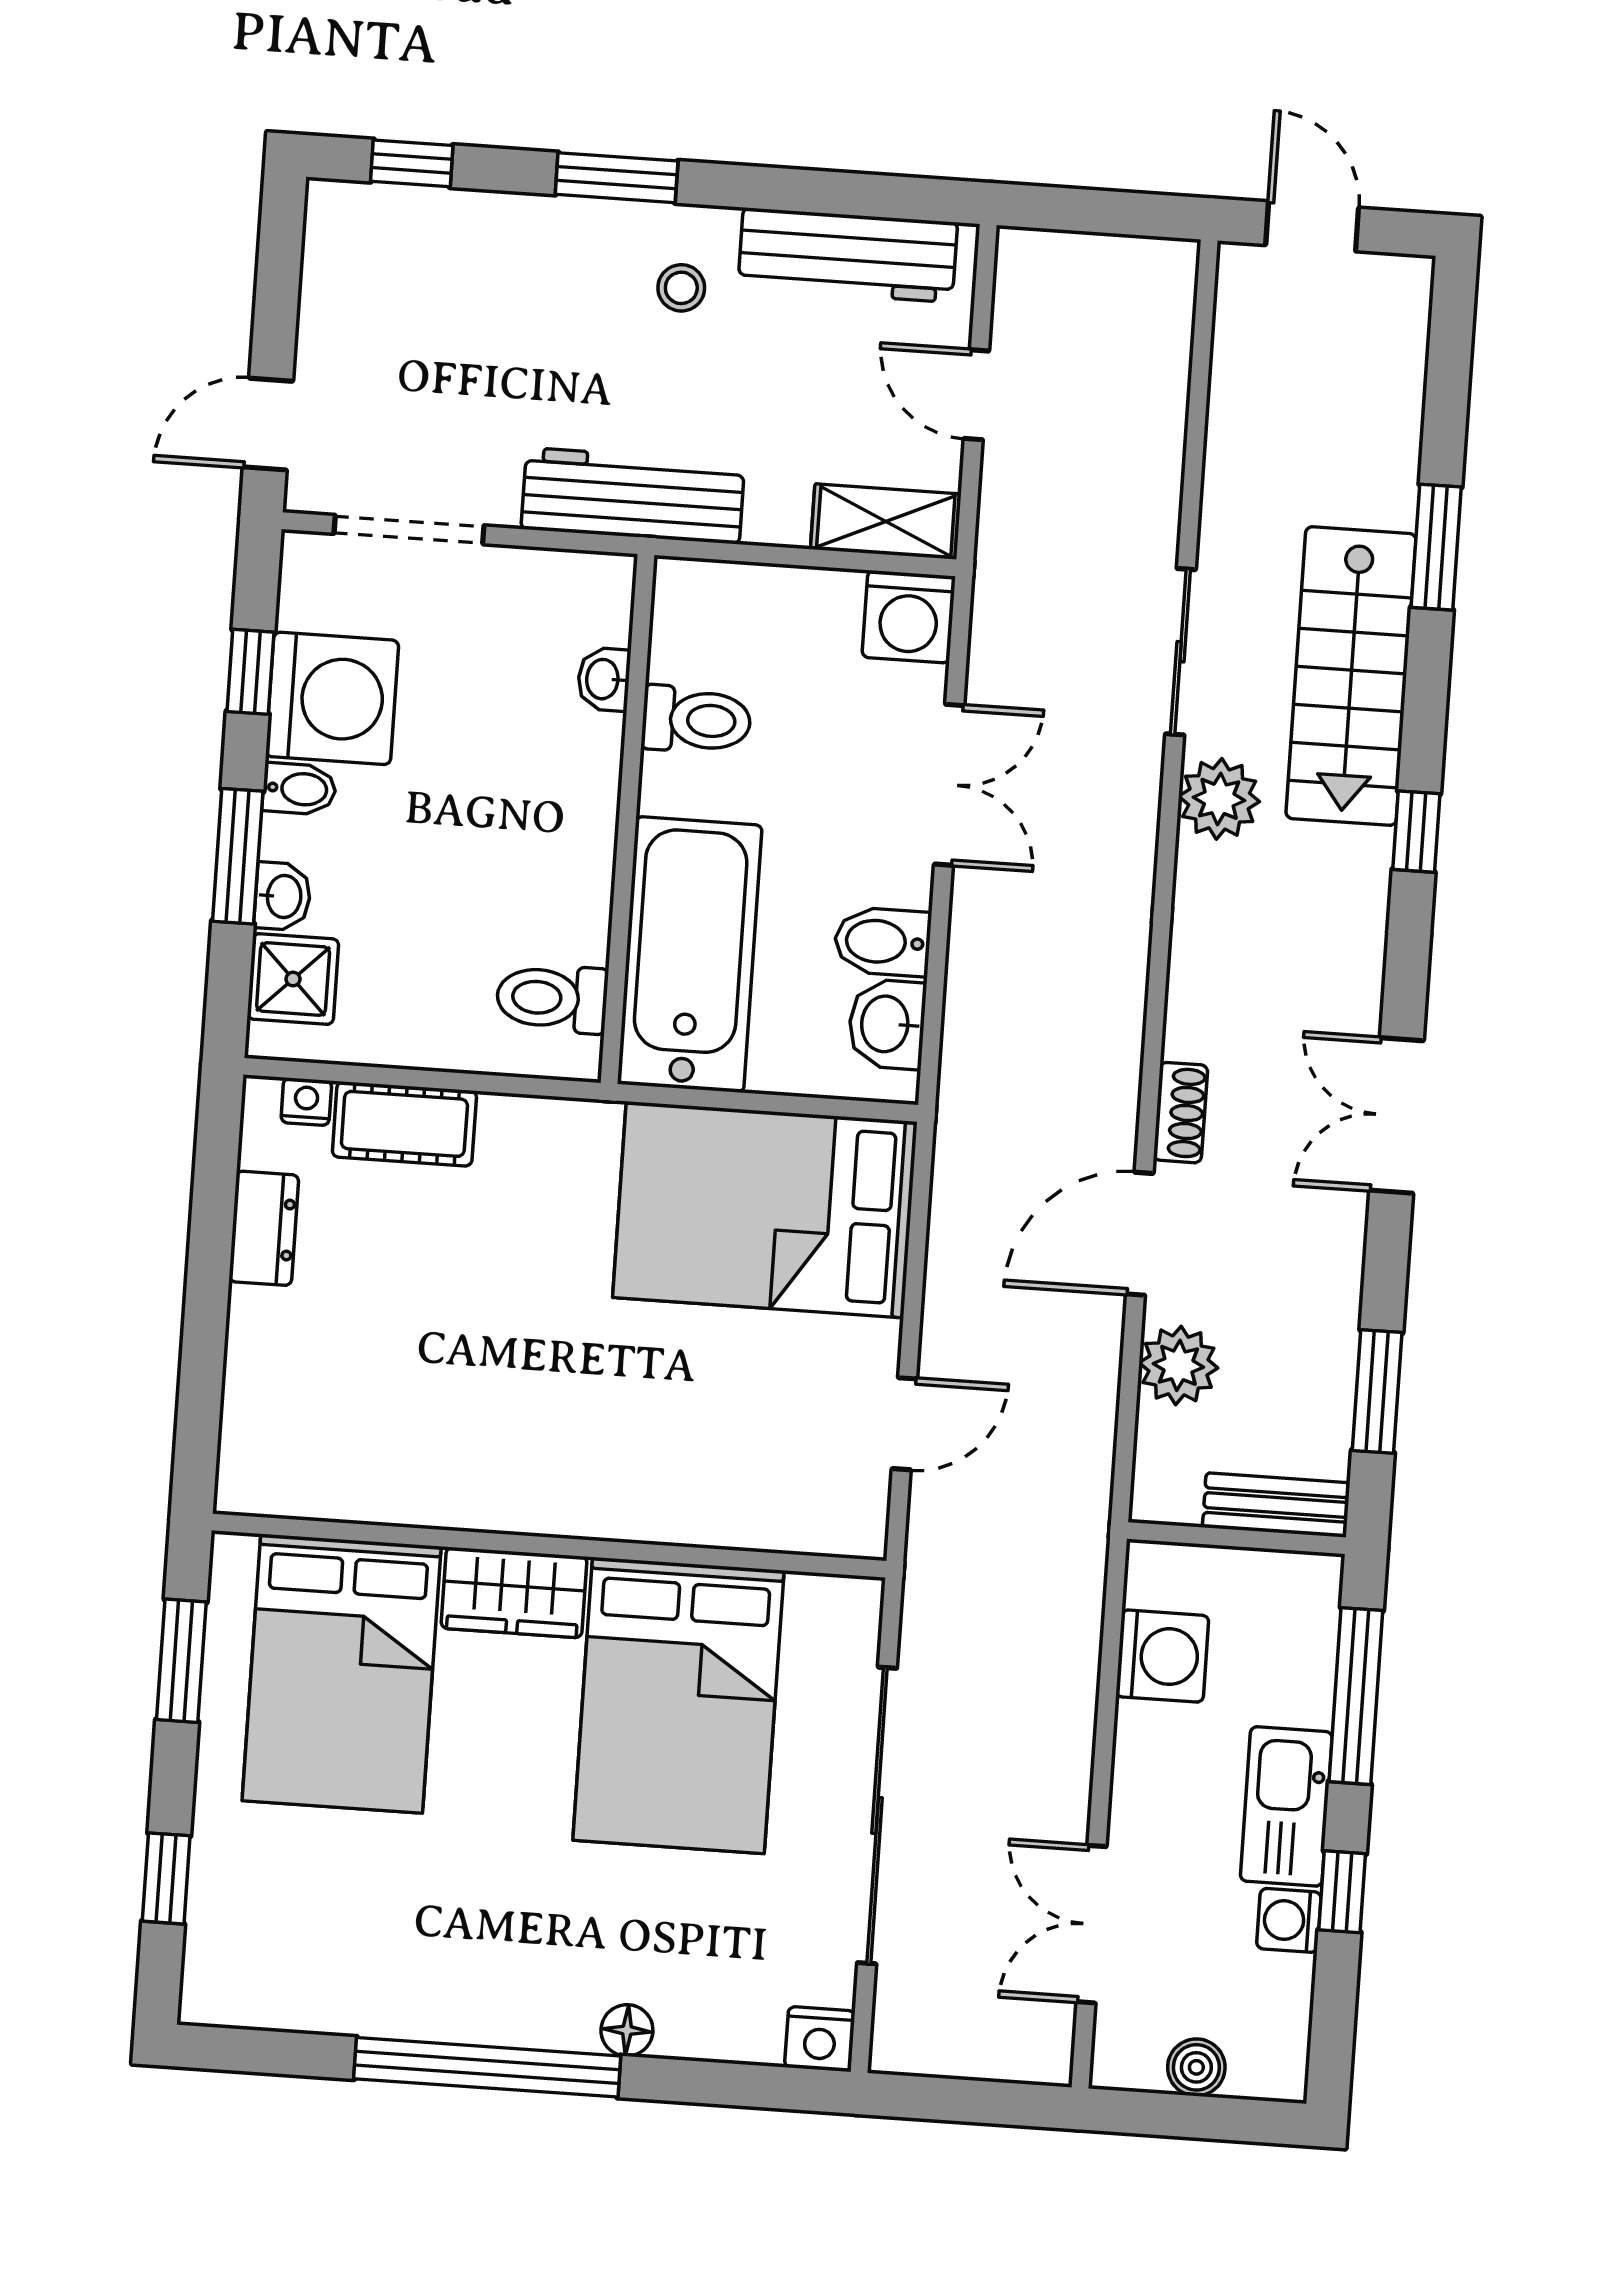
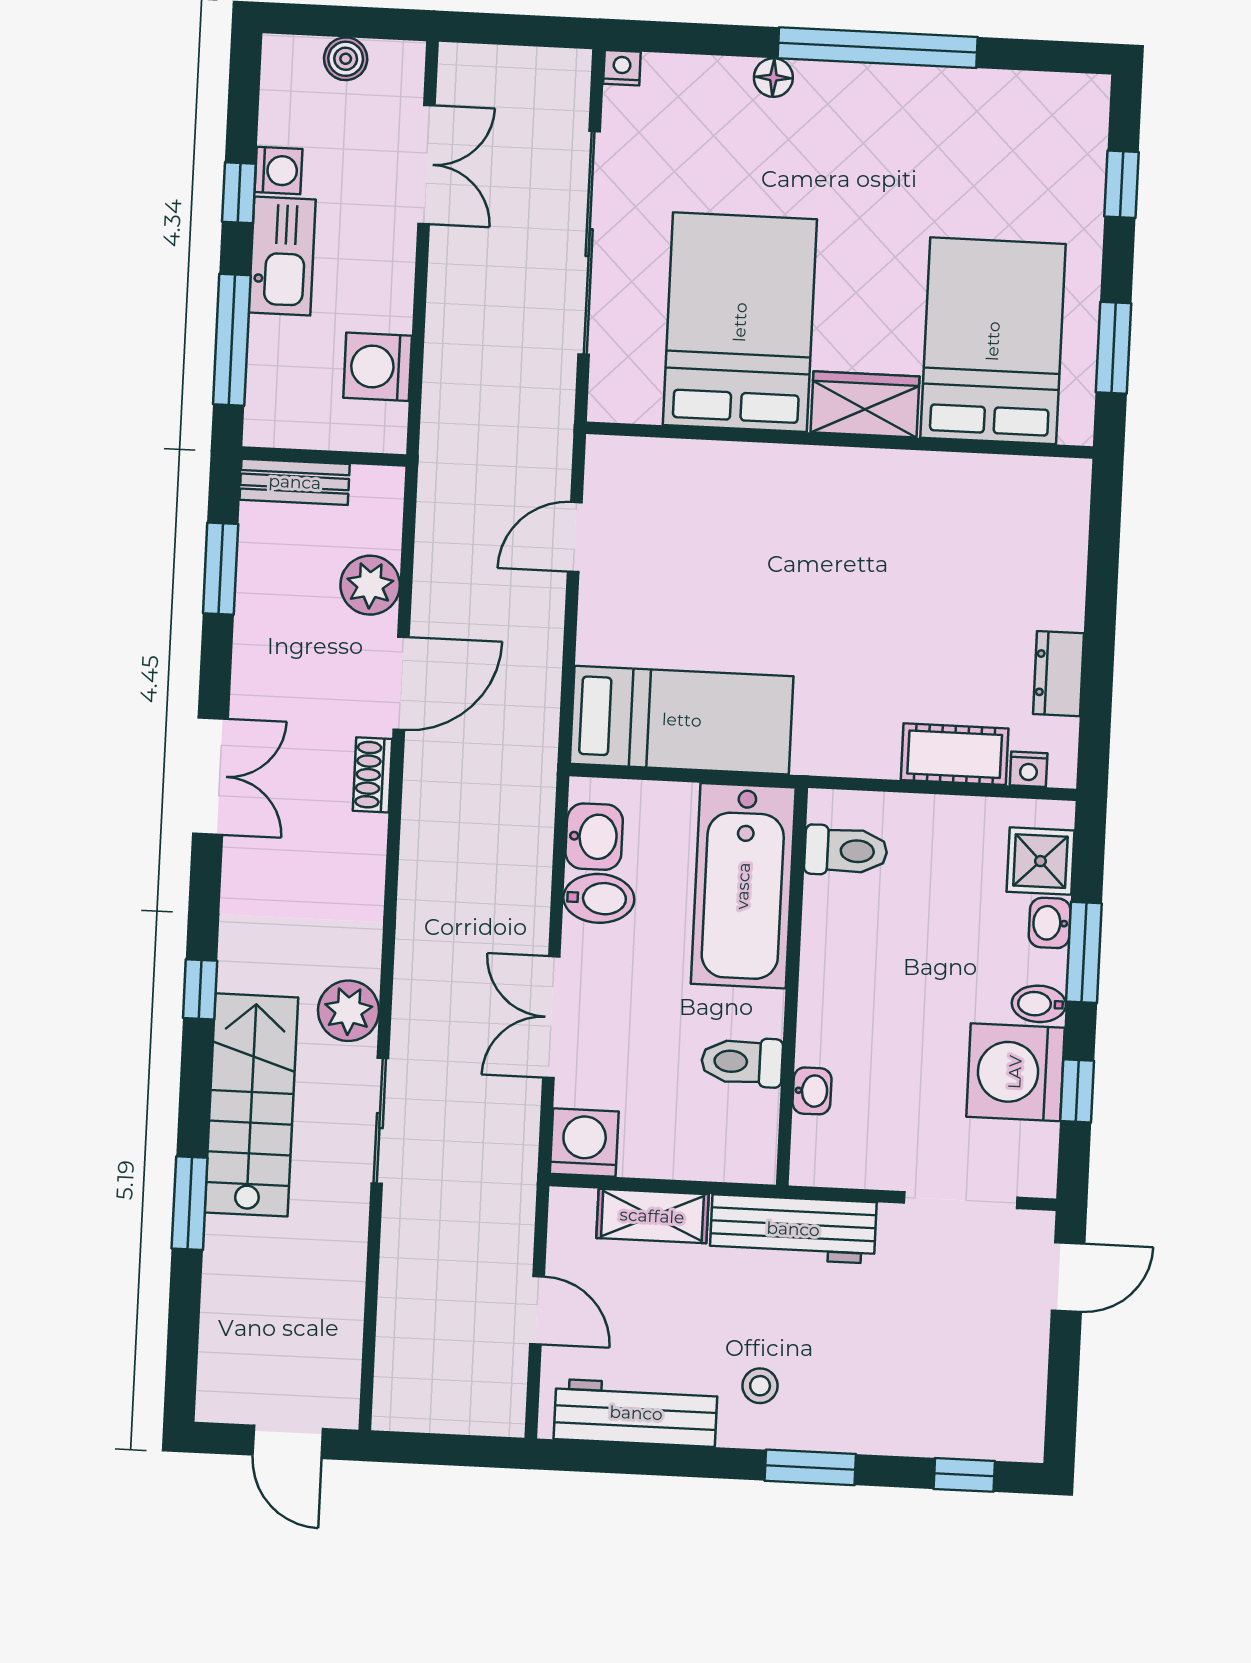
shelving: (886, 522) -> (652, 1216), moved
bed: (765, 1210) -> (682, 720), width x0.67
nightstand: (820, 2039) -> (622, 68), width x0.72, depth x0.74

